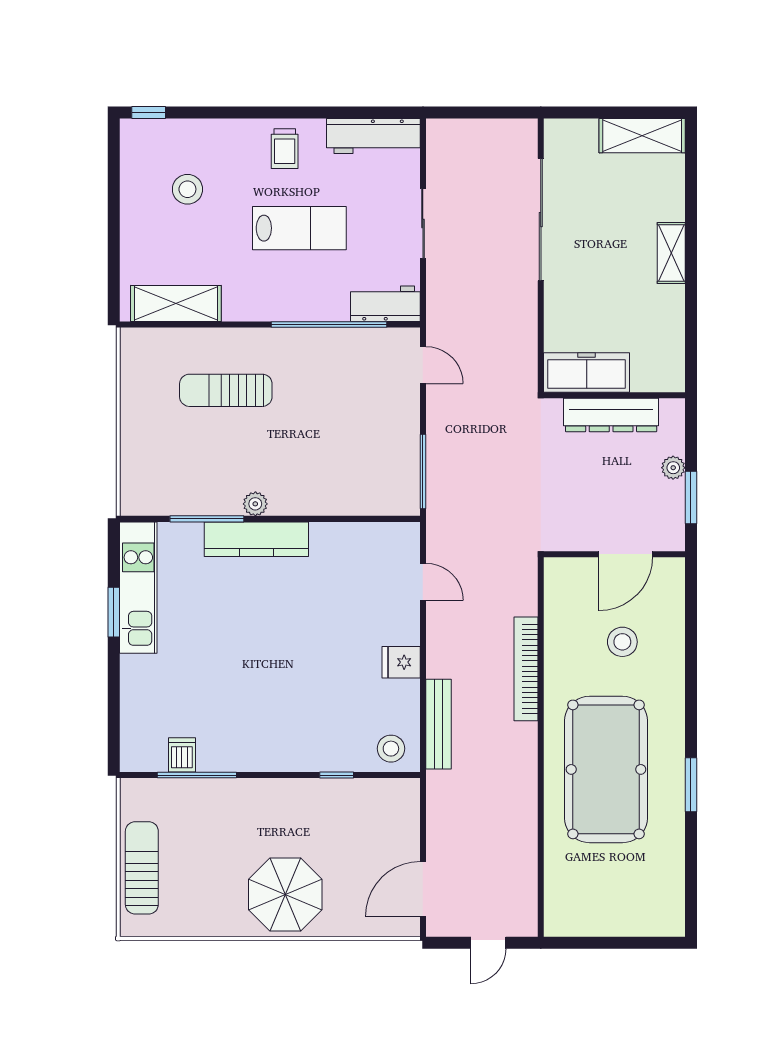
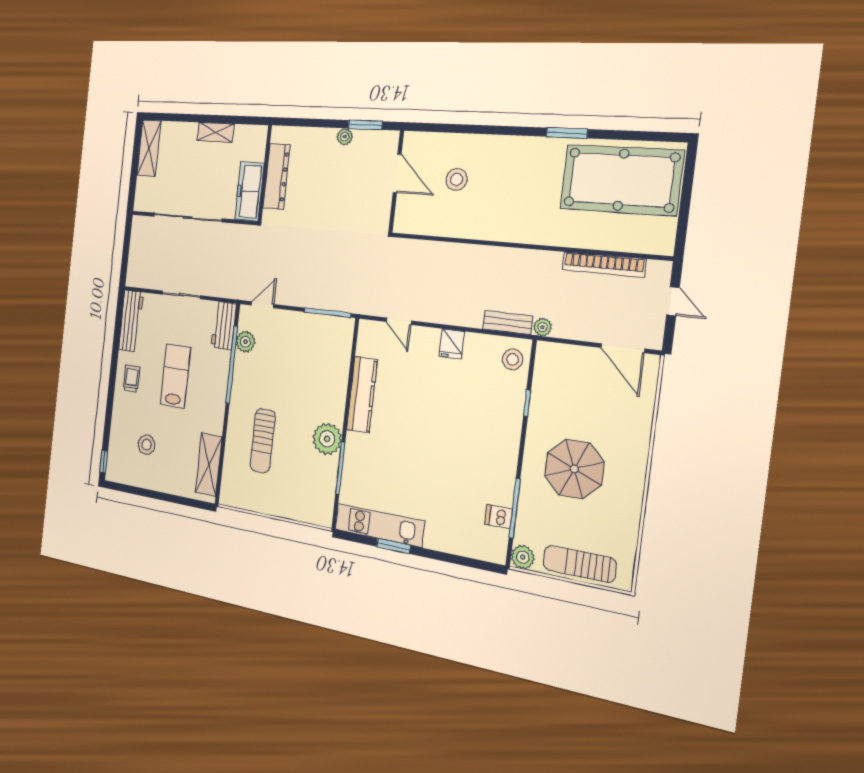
trolley: (285, 149) -> (132, 379), turned -90
plant: (366, 343) -> (245, 342), added
freezer: (587, 372) -> (249, 191), moved
wall: (614, 395) -> (265, 173), moved
dresser: (611, 415) -> (277, 176), moved
plant: (255, 504) -> (327, 439), width x1.88, depth x1.88
kitchen counter: (256, 539) -> (362, 395), moved
door: (423, 582) -> (399, 321), swing flipped
bookcase: (526, 669) -> (604, 264), moved
bench: (439, 724) -> (508, 322), width x0.73
pool table: (606, 769) -> (621, 180), moved
plant: (438, 783) -> (543, 327), added
plant: (135, 794) -> (523, 557), added
parasol: (285, 894) -> (574, 469), moved

